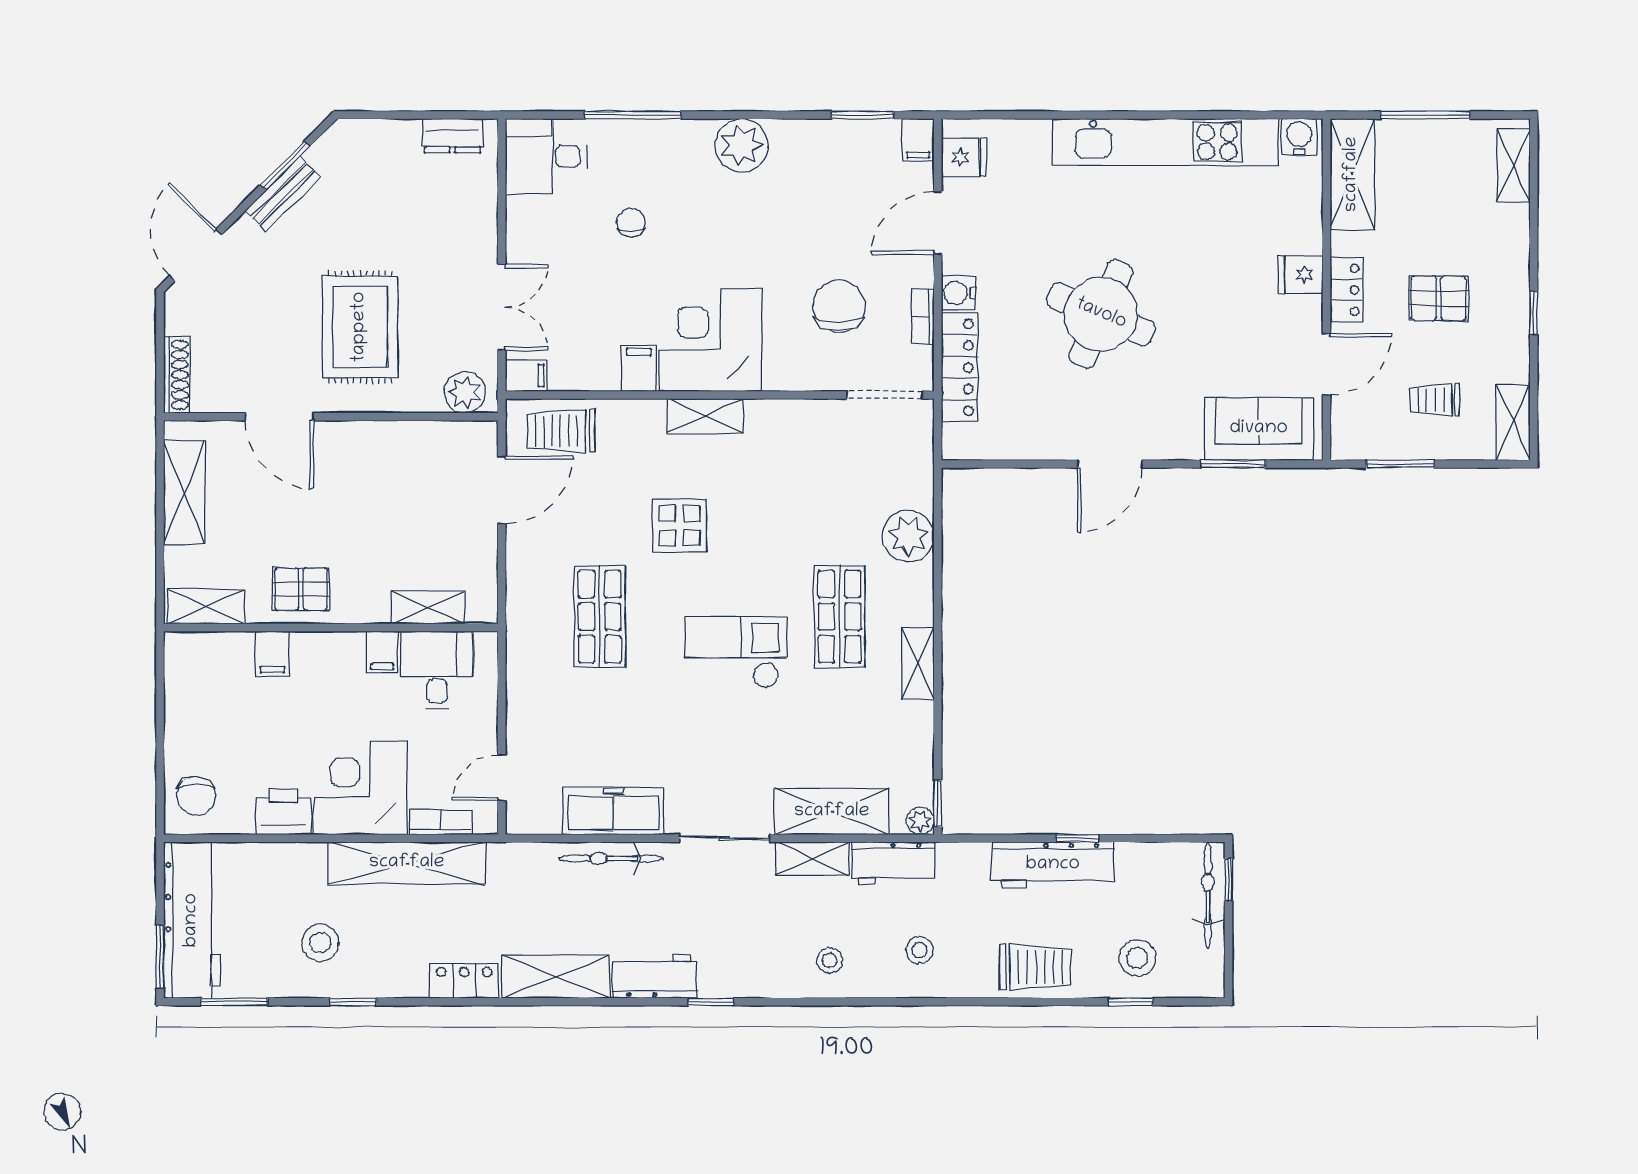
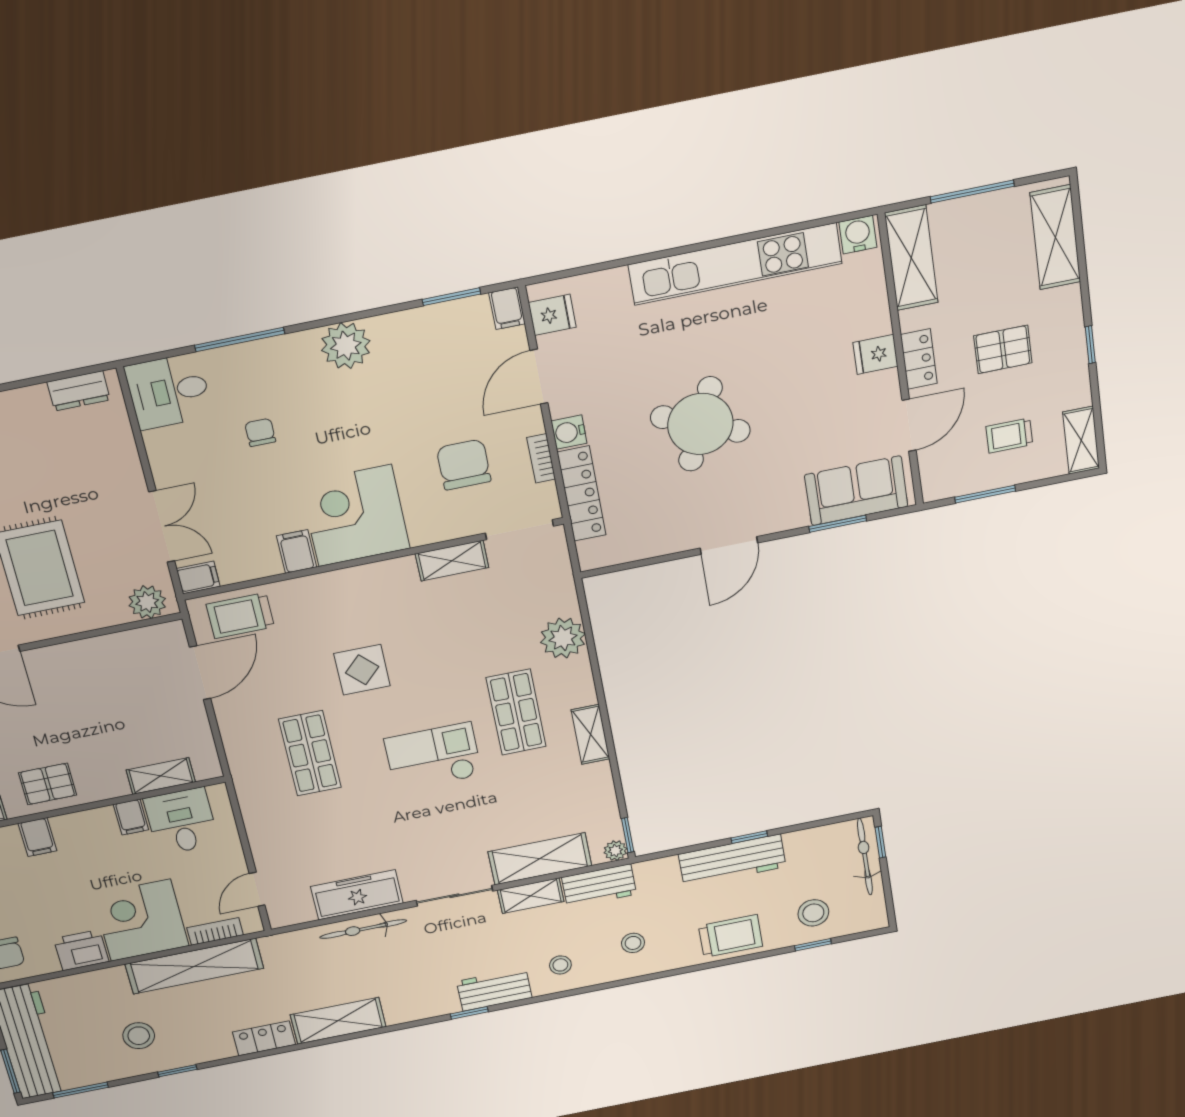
shelving: (1514, 165) -> (1055, 237), width x1.50, depth x1.33
shelving: (705, 416) -> (452, 561), moved
workbench: (655, 976) -> (494, 990), moved

